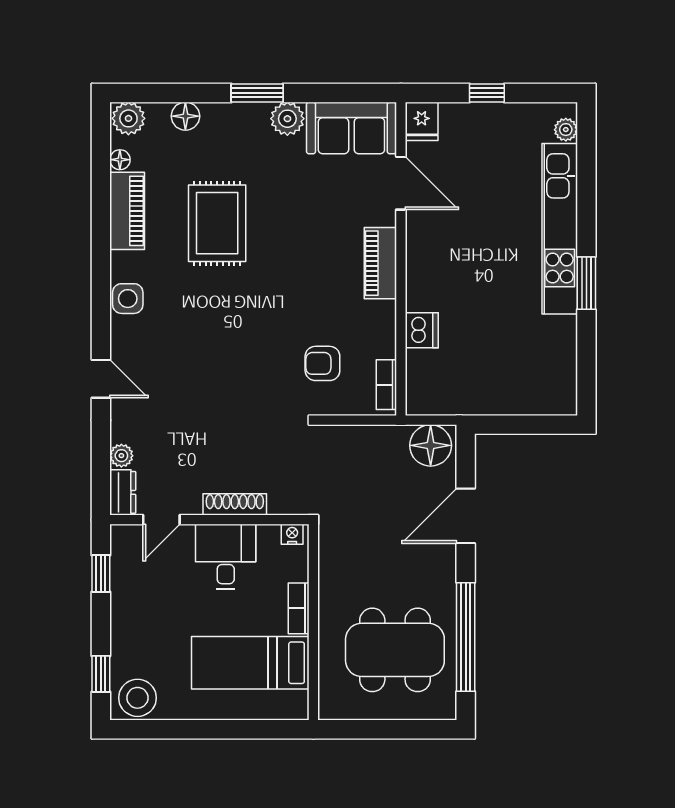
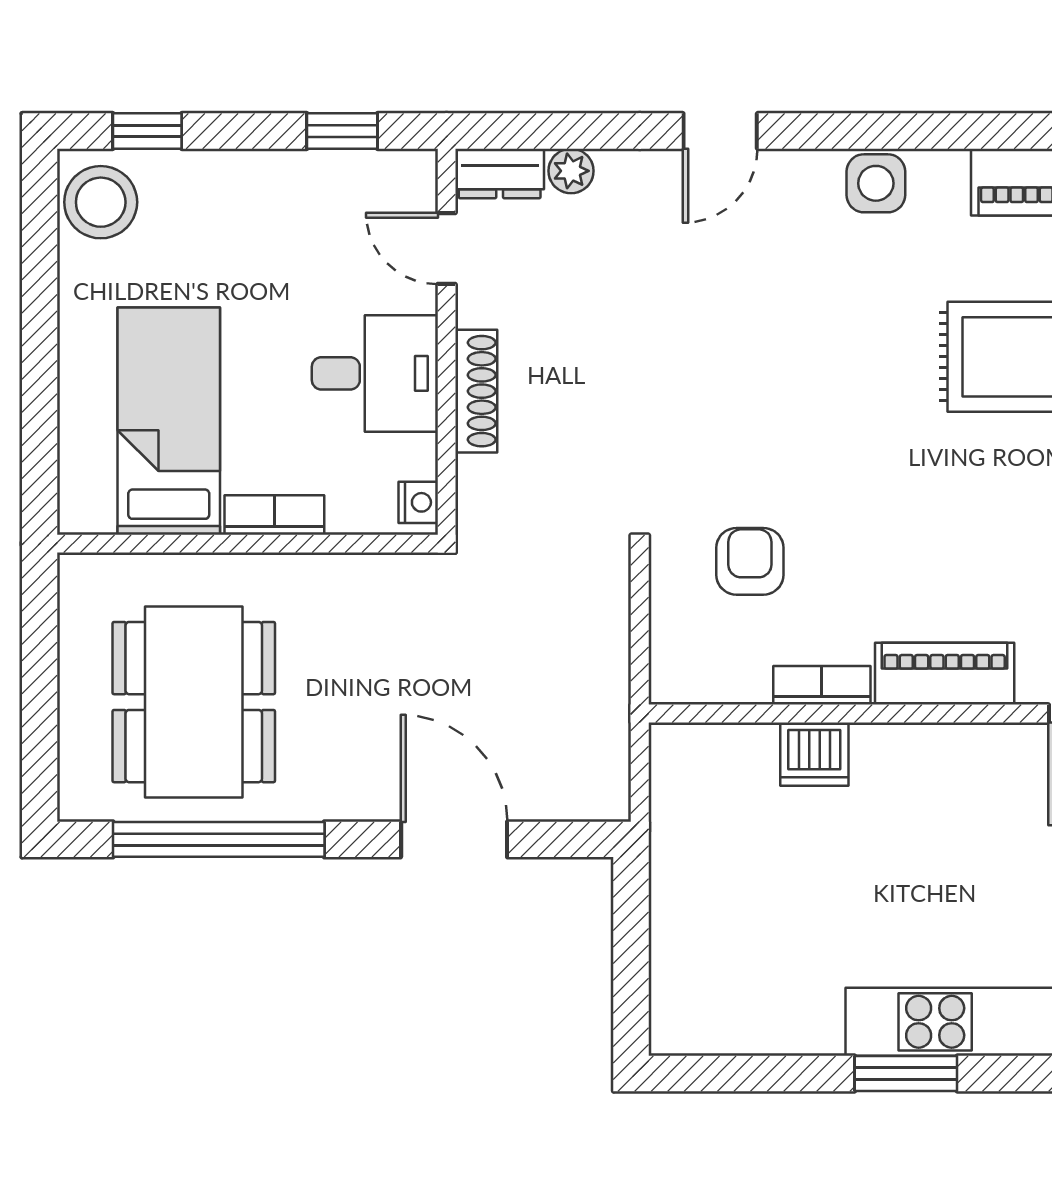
bookcase: (386, 385) -> (822, 685), moved
floor lamp: (431, 445) -> (591, 771), removed

